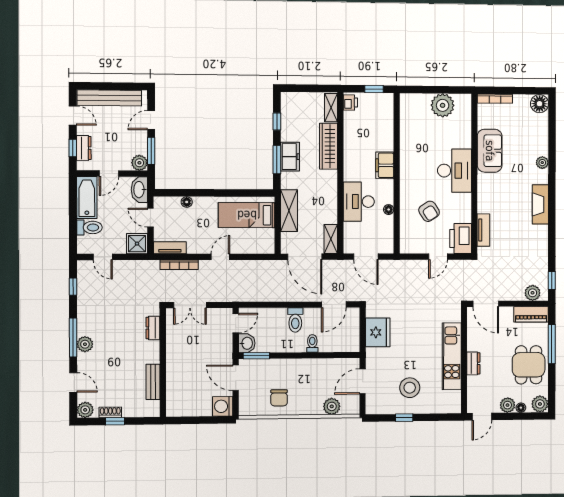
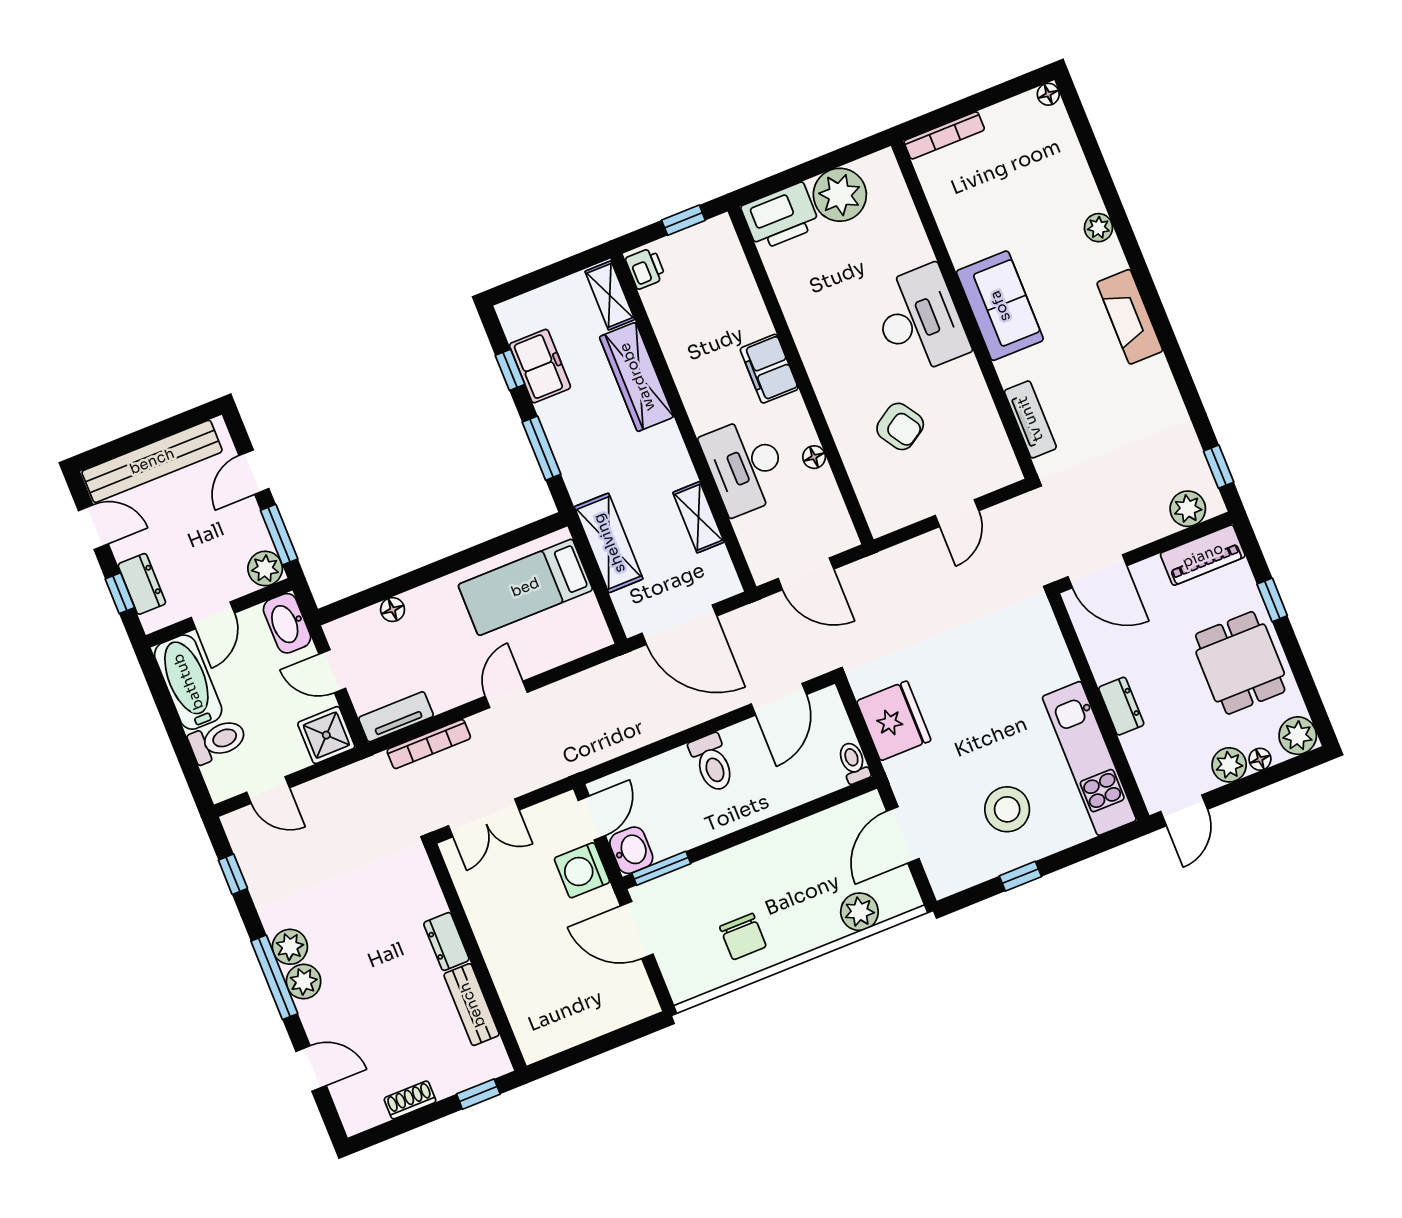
floor lamp: (540, 104) -> (1048, 94), width x0.53, depth x0.53
sofa: (490, 151) -> (1000, 306), moved
freezer: (290, 157) -> (540, 366), moved
printer: (461, 238) -> (780, 216), moved, turned -90
shelving: (331, 239) -> (698, 517), moved
dresser: (153, 328) -> (446, 941), moved
toilet: (312, 343) -> (853, 762), moved
window: (552, 344) -> (1272, 600), width x0.46
kitchen unit: (452, 356) -> (1089, 758), moved
washing machine: (223, 406) -> (582, 870), moved
plant: (85, 410) -> (290, 947), moved
window: (115, 421) -> (478, 1094), moved

